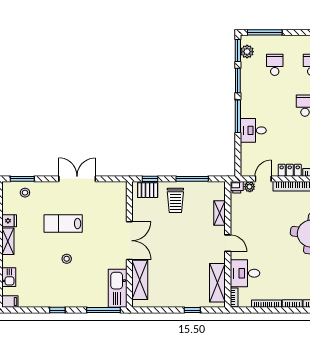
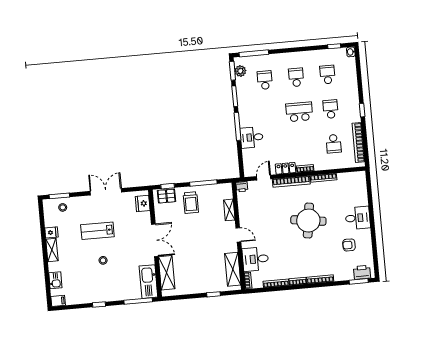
plant: (250, 187) -> (253, 185), removed
fridge: (119, 196) -> (143, 203), added

